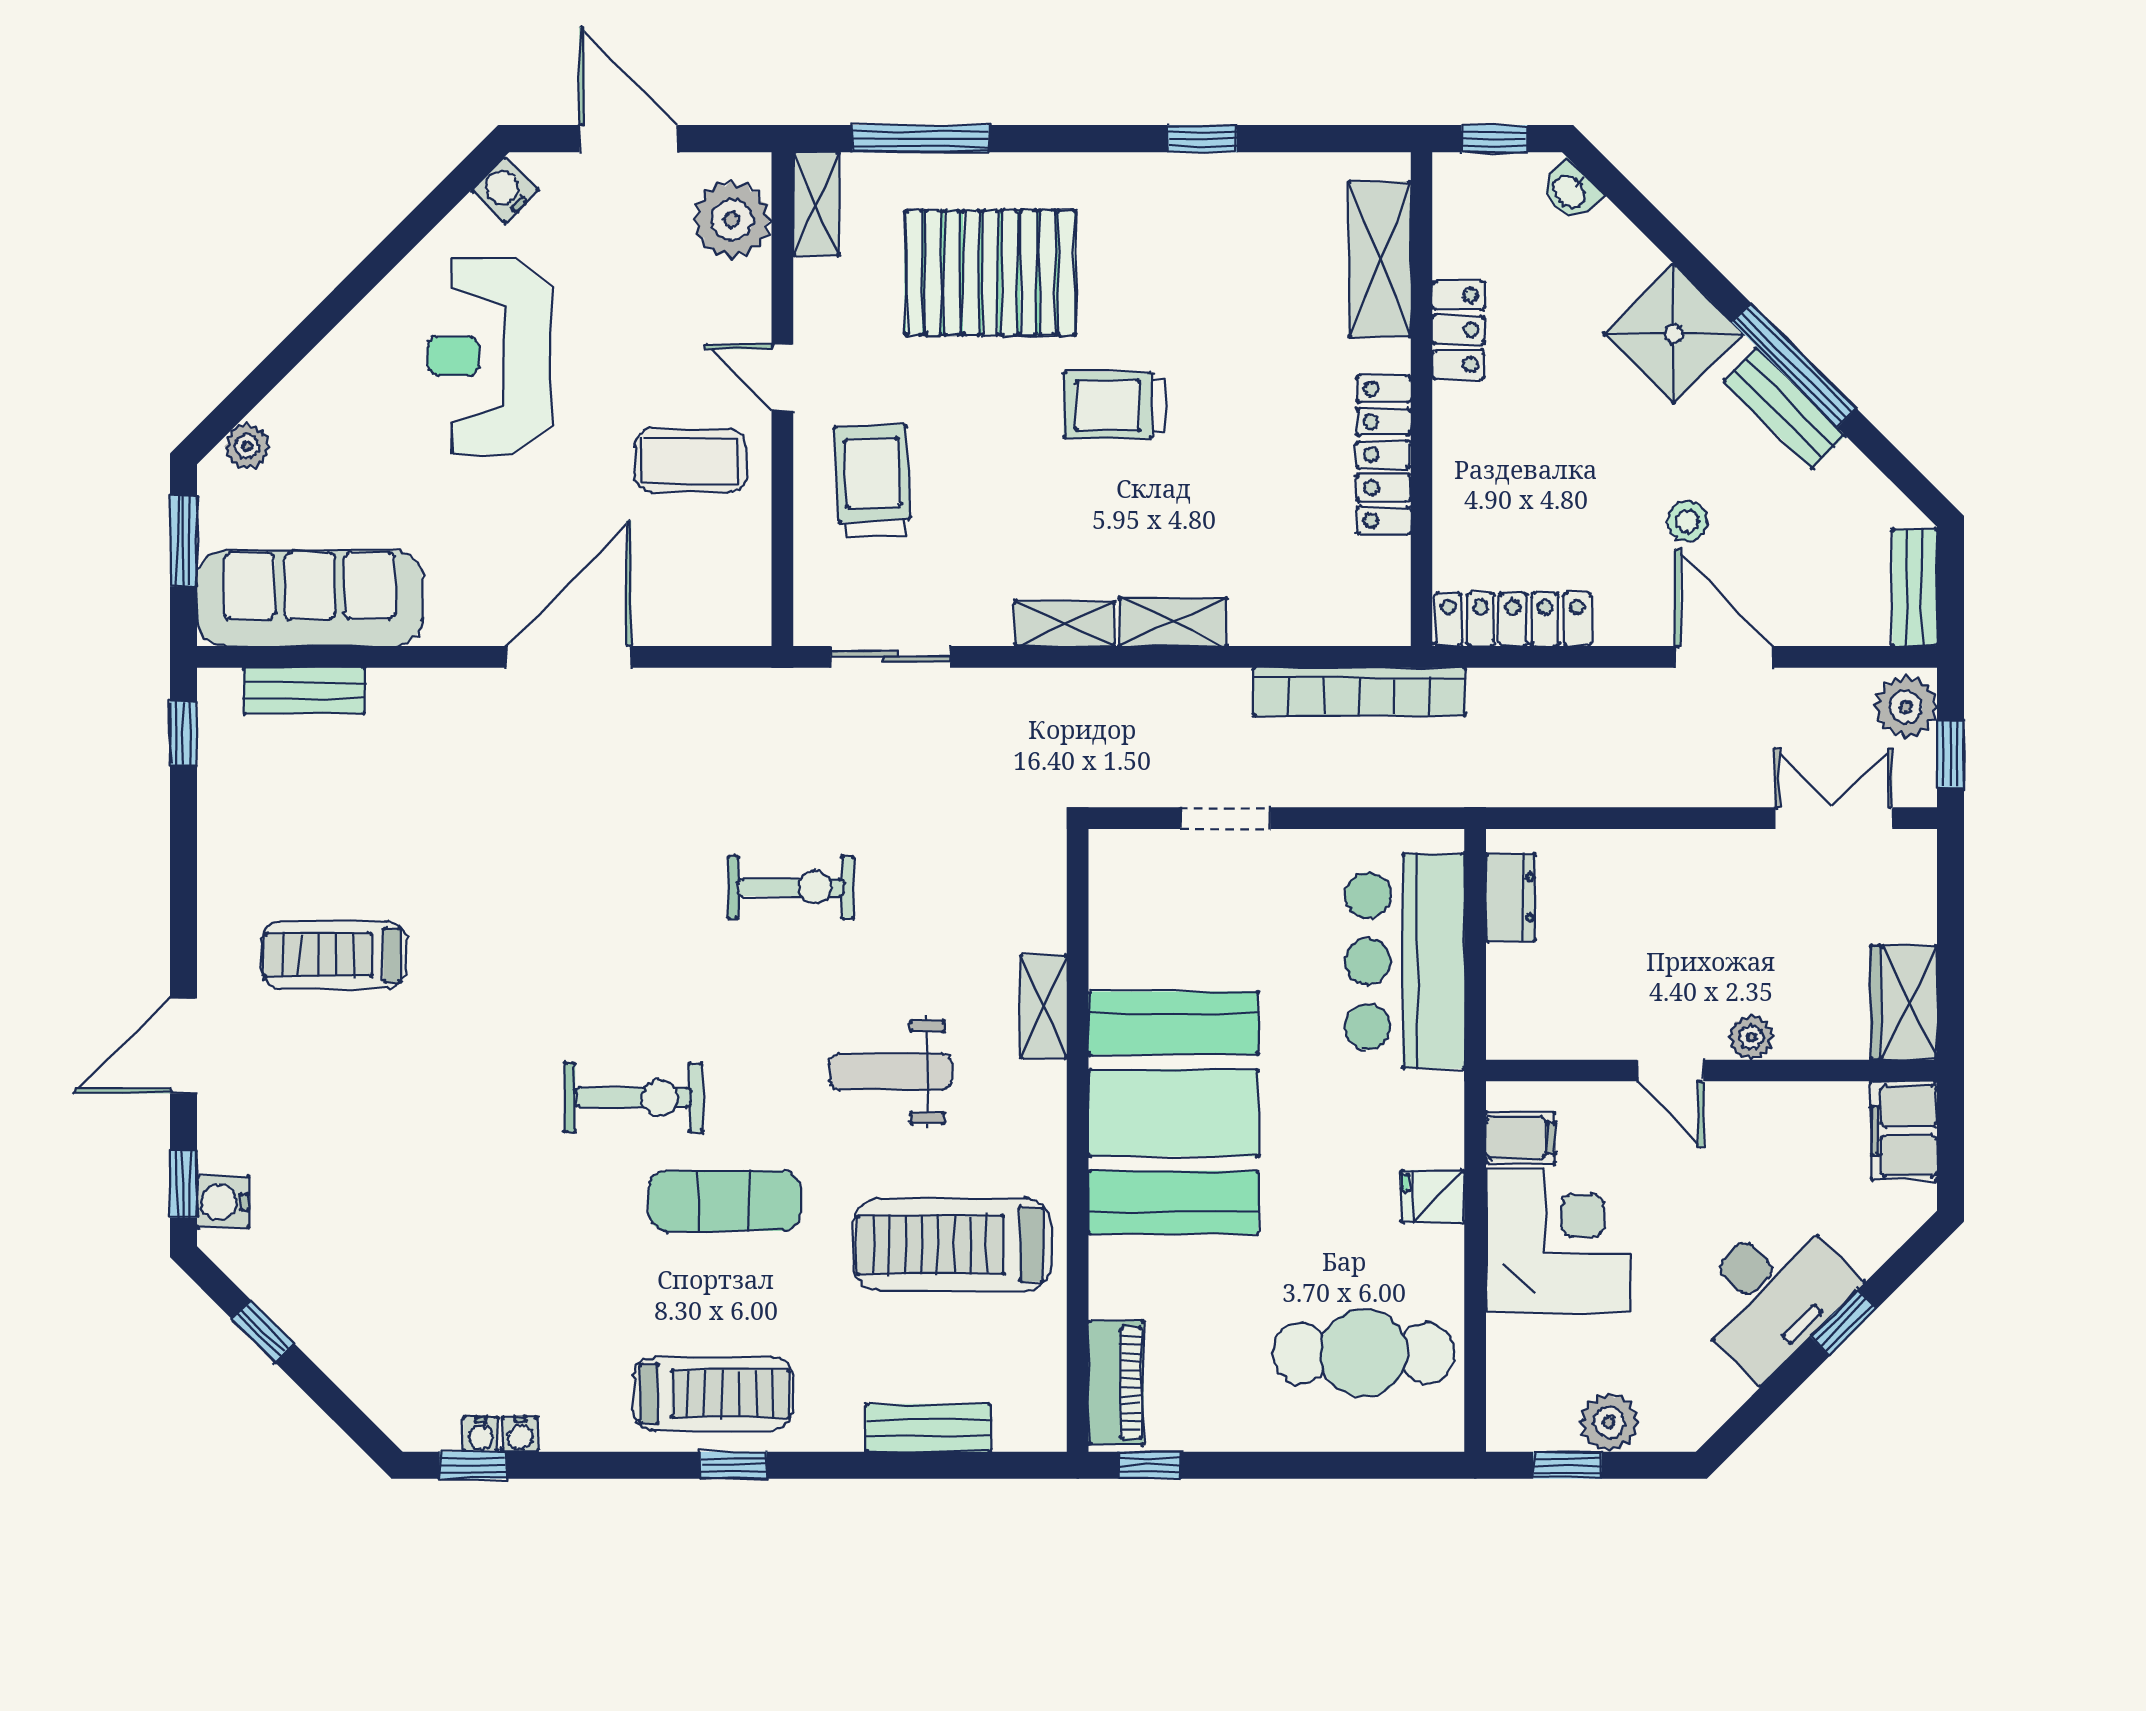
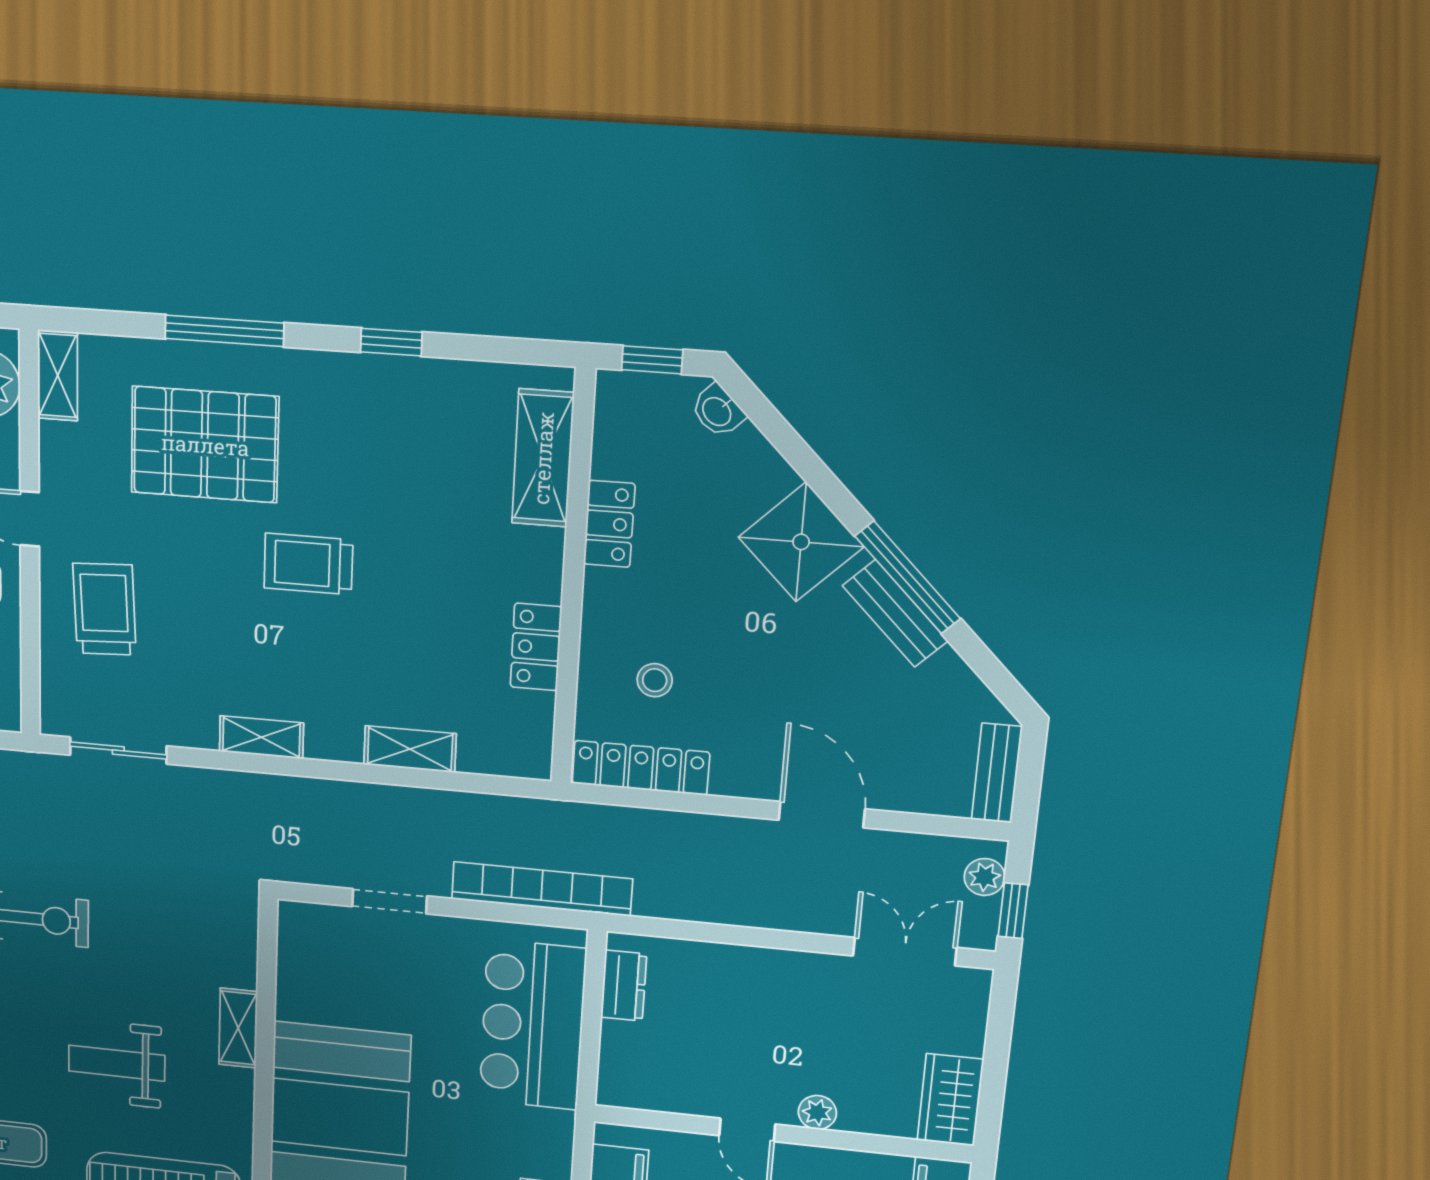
window: (920, 139) -> (224, 331), moved
locker: (1384, 455) -> (536, 647), width x0.66
stool: (1688, 521) -> (655, 680), moved
shelving: (1173, 622) -> (410, 749), moved
bookcase: (1359, 692) -> (542, 889), moved, turned 180
plant: (1906, 707) -> (985, 877), width x0.73, depth x0.73

